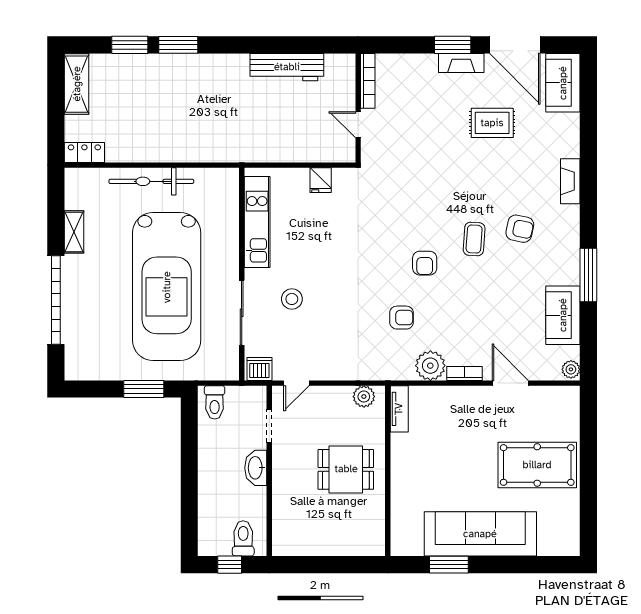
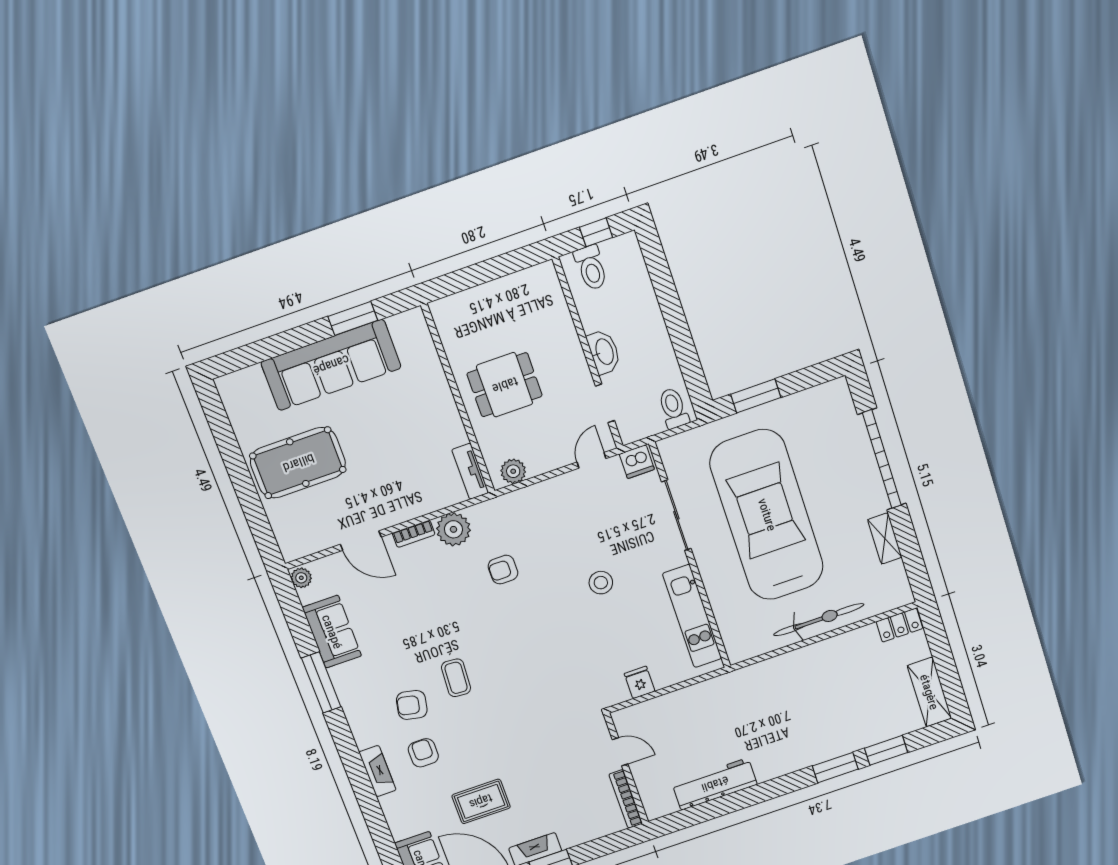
armchair: (425, 263) -> (423, 753), moved
stool: (292, 299) -> (601, 583), moved

